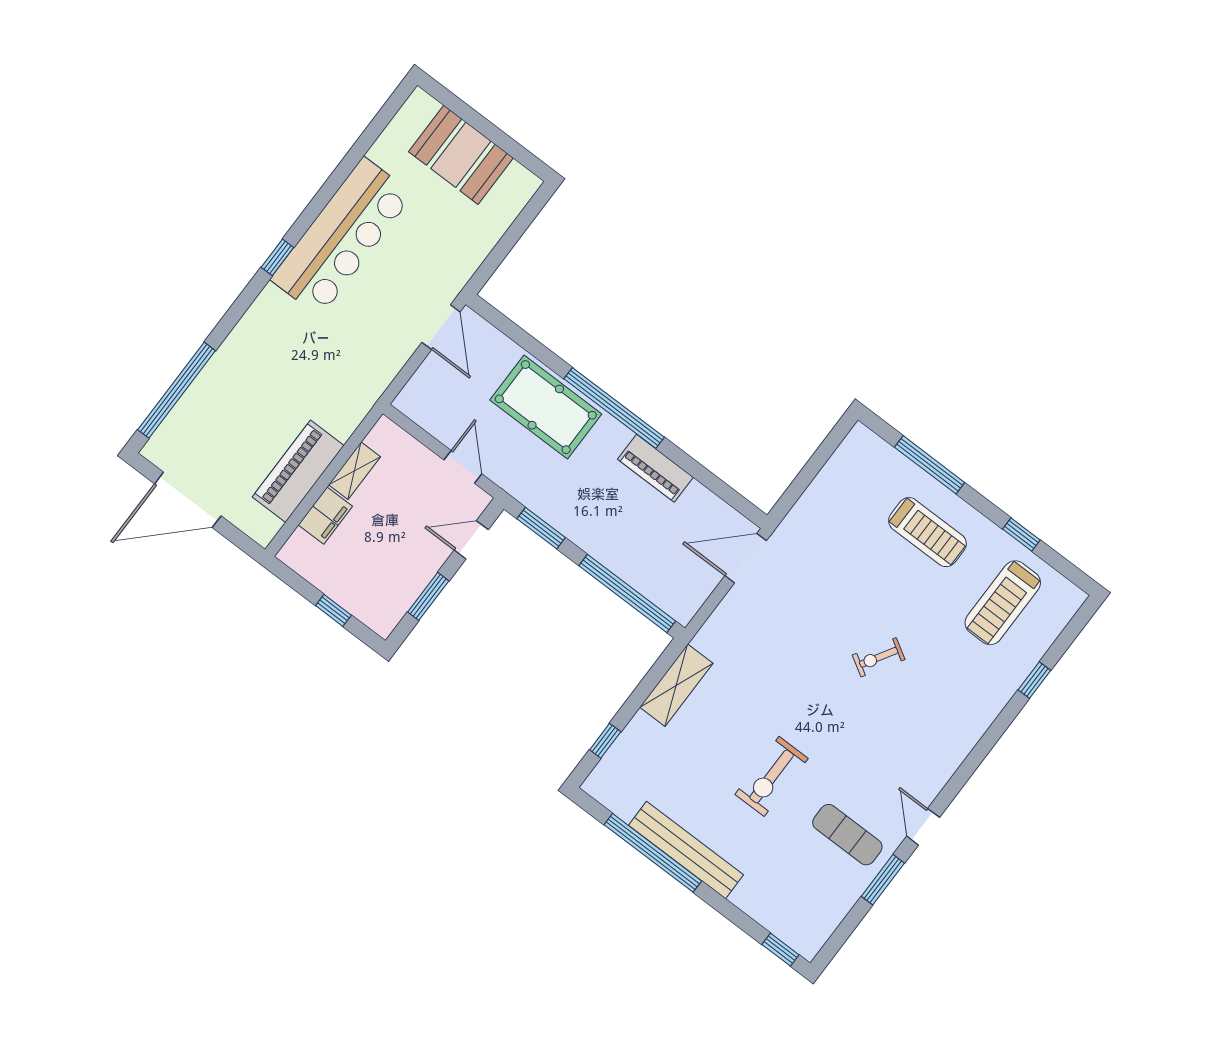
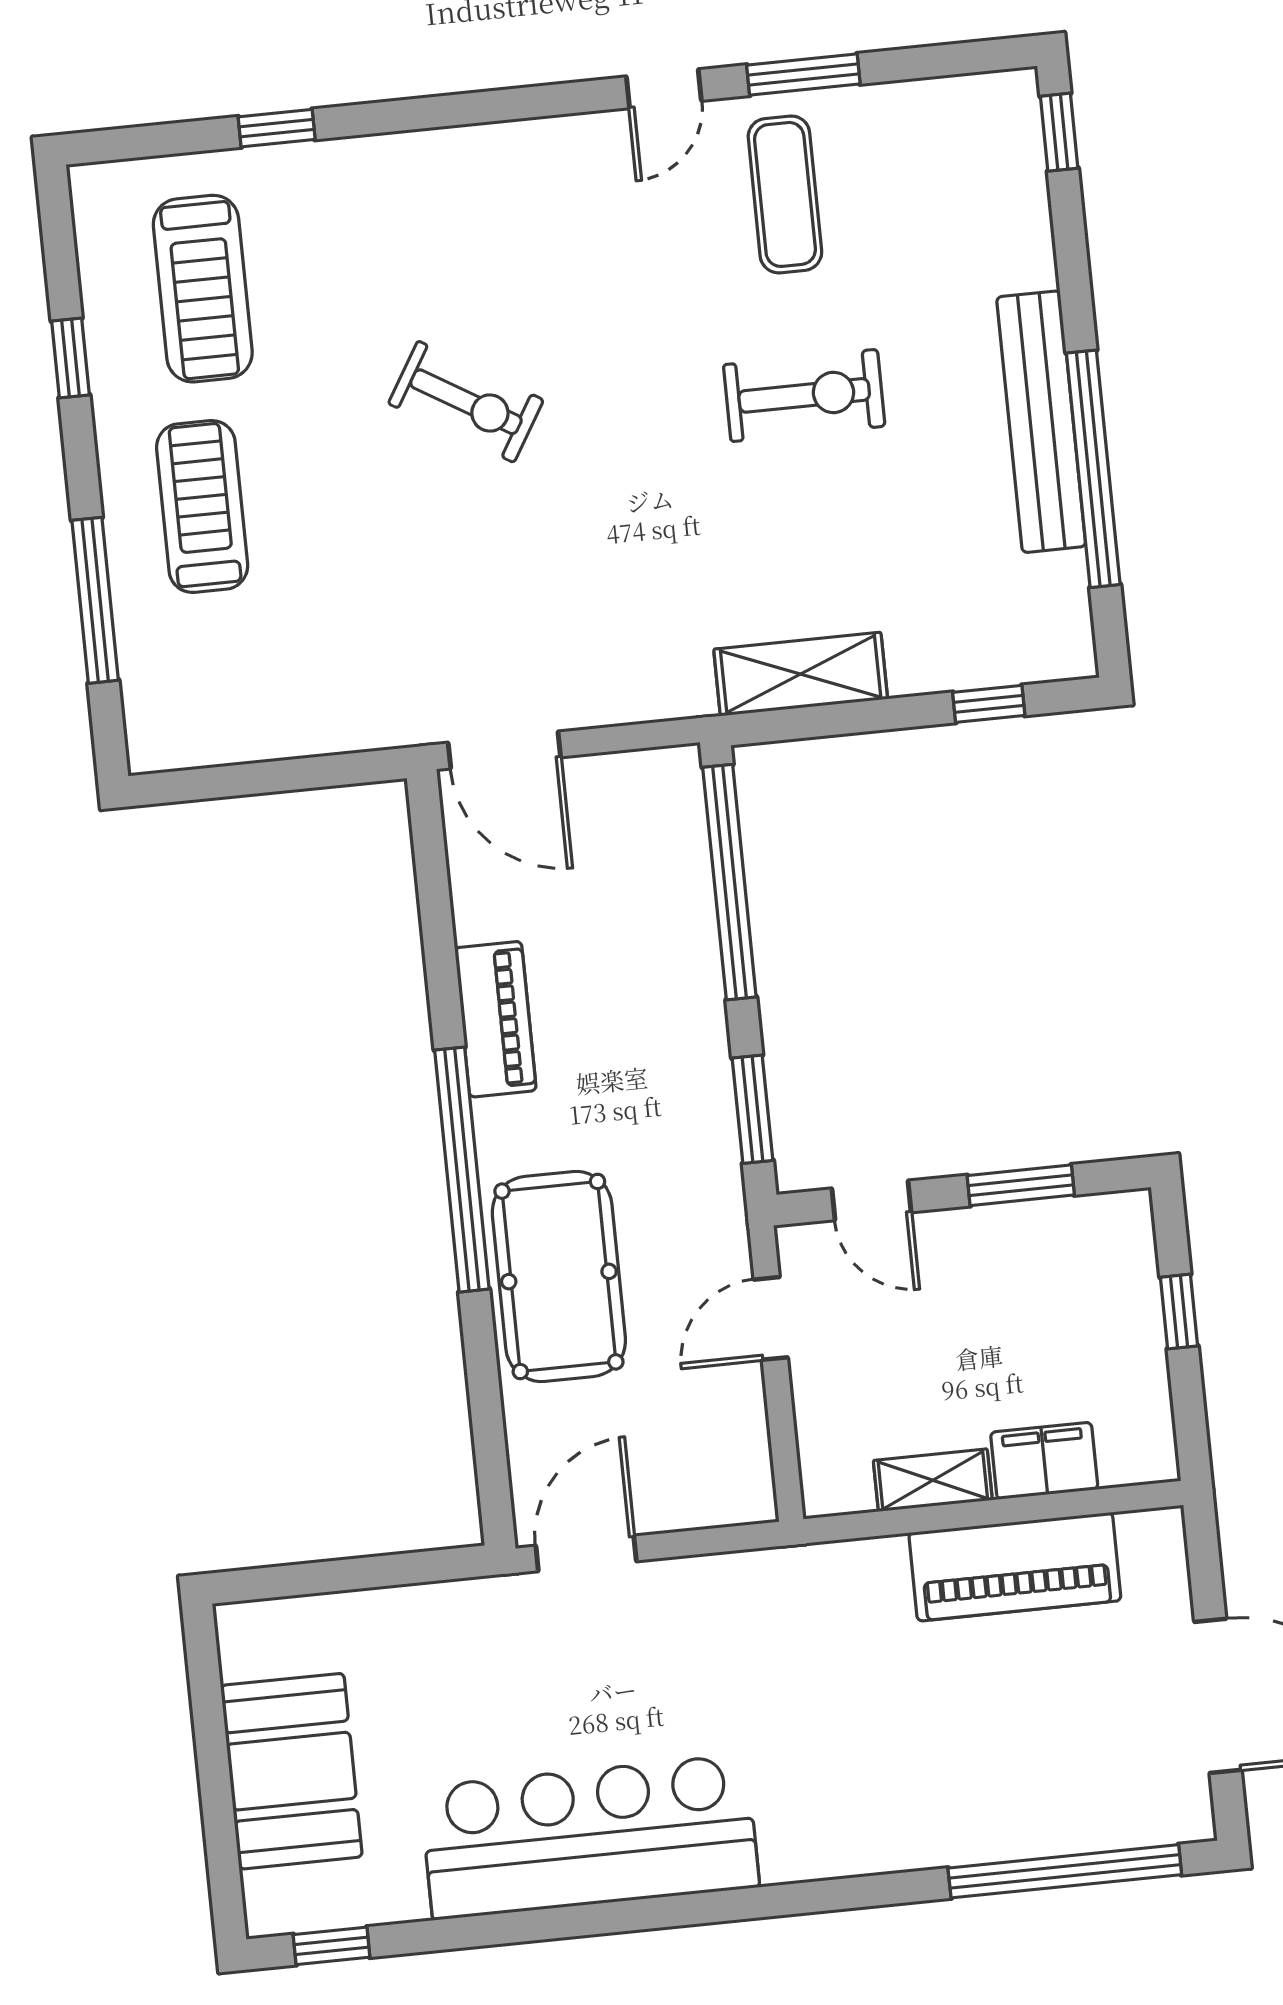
window: (277, 257) -> (331, 1946), moved
treadmill: (1003, 603) -> (203, 289), turned 90
exercise bike: (879, 657) -> (466, 402), width x1.38, depth x1.39

